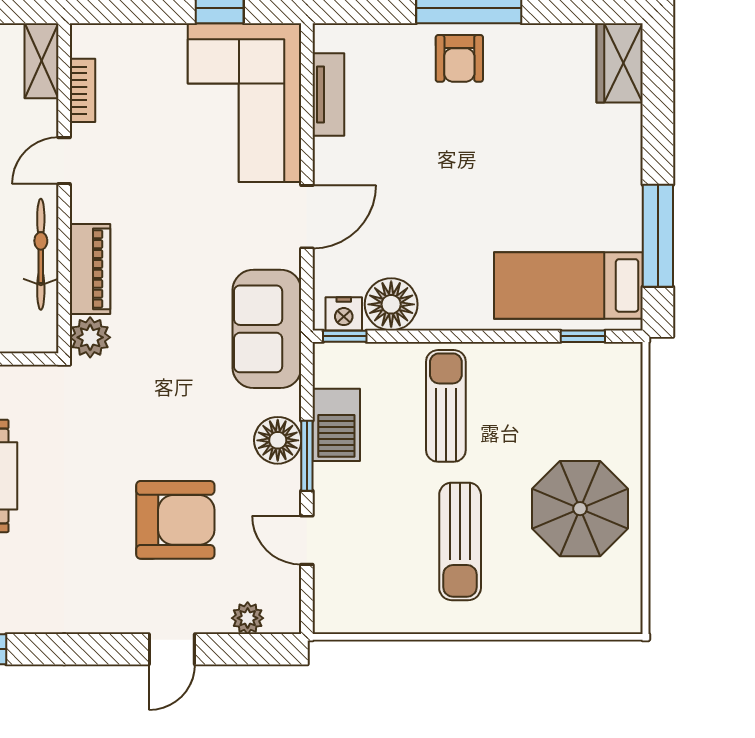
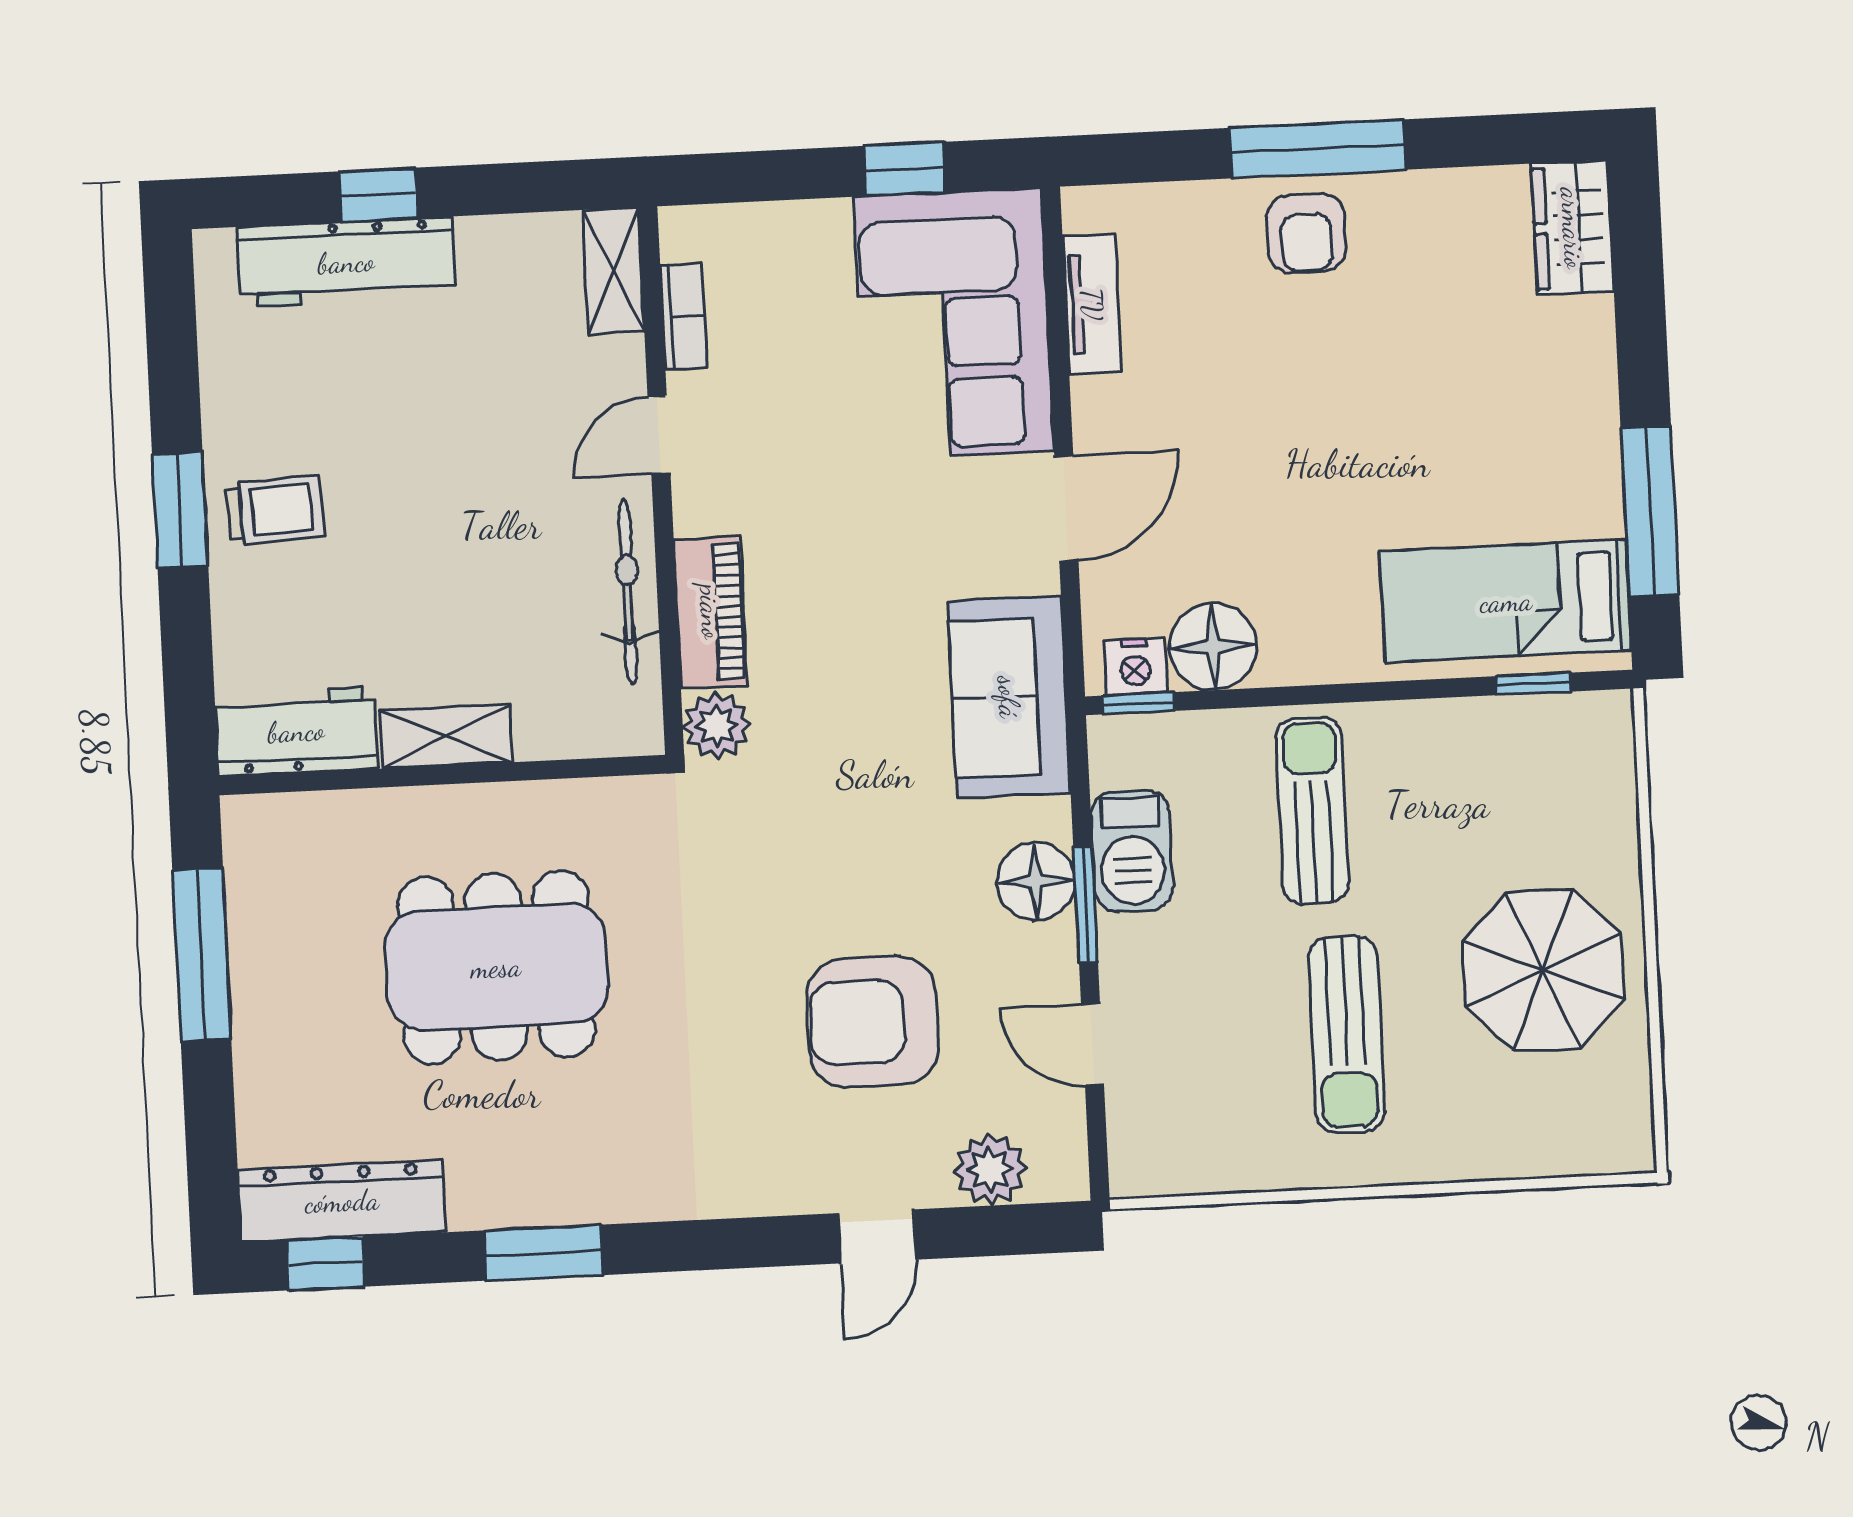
armchair: (175, 520) -> (873, 1022), turned 180
plant: (248, 618) -> (990, 1169), width x1.38, depth x1.38

